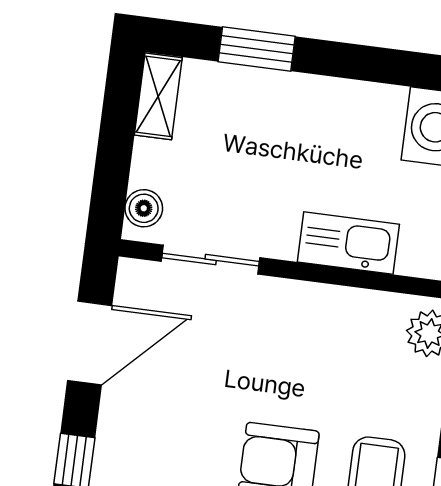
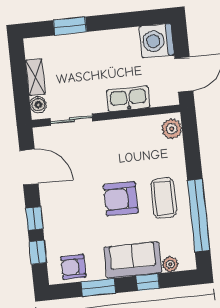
shelving: (158, 96) -> (35, 77), moved
door: (90, 343) -> (29, 167), hinge flipped

